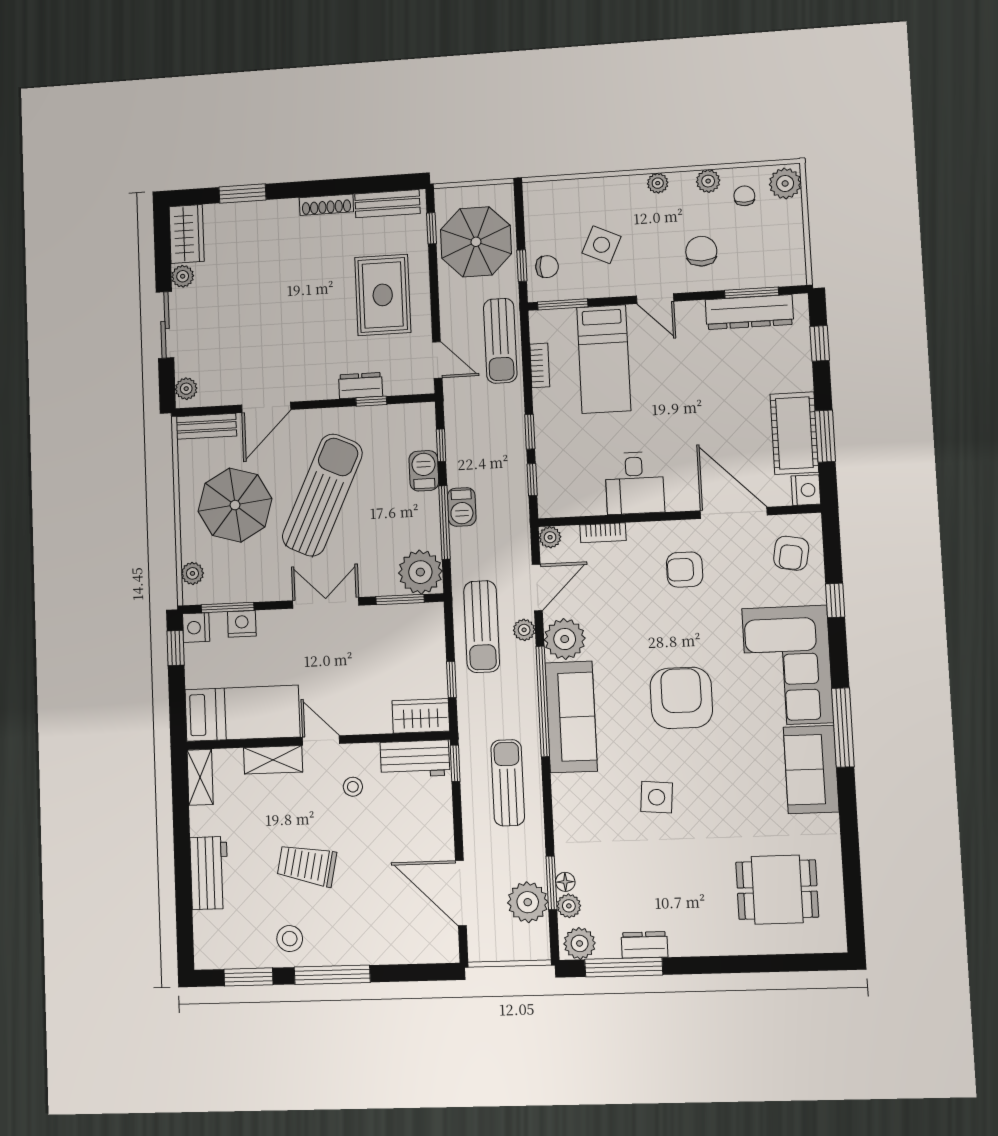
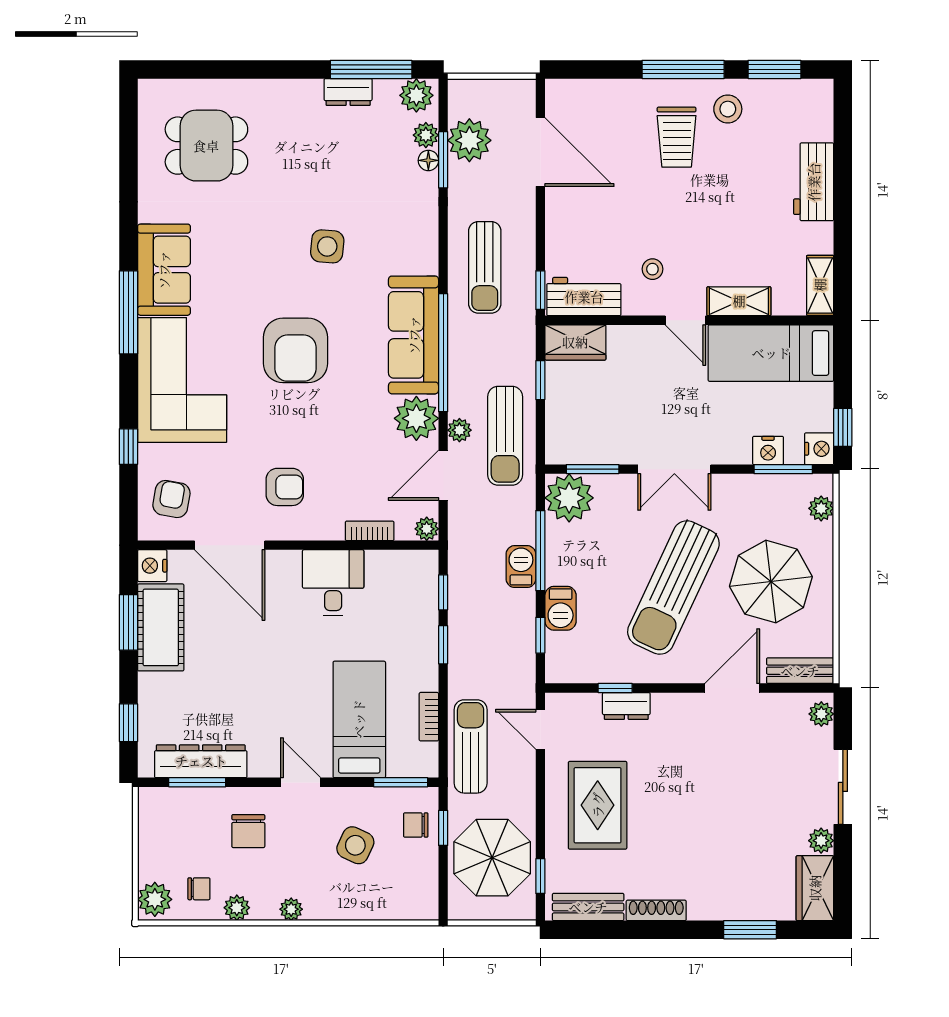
chair: (744, 196) -> (199, 889), turned -90
sun lounger: (482, 627) -> (505, 436), turned 180
trolley: (307, 865) -> (677, 137), moved, turned 78

